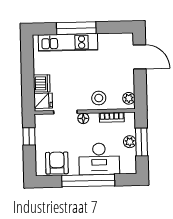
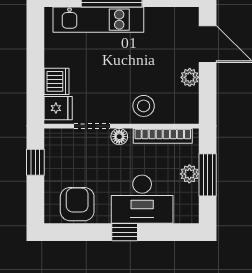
plant: (129, 98) -> (190, 77), moved
bookcase: (112, 117) -> (163, 136), width x1.56
window: (88, 181) -> (125, 232), width x0.32

